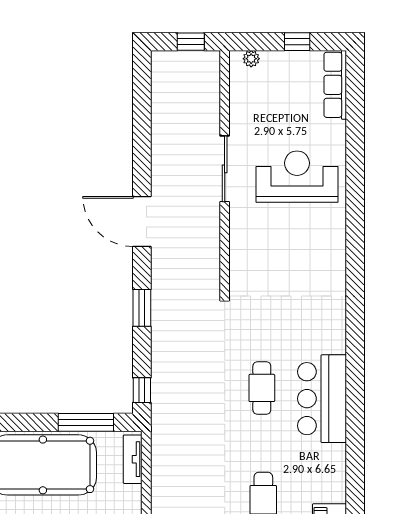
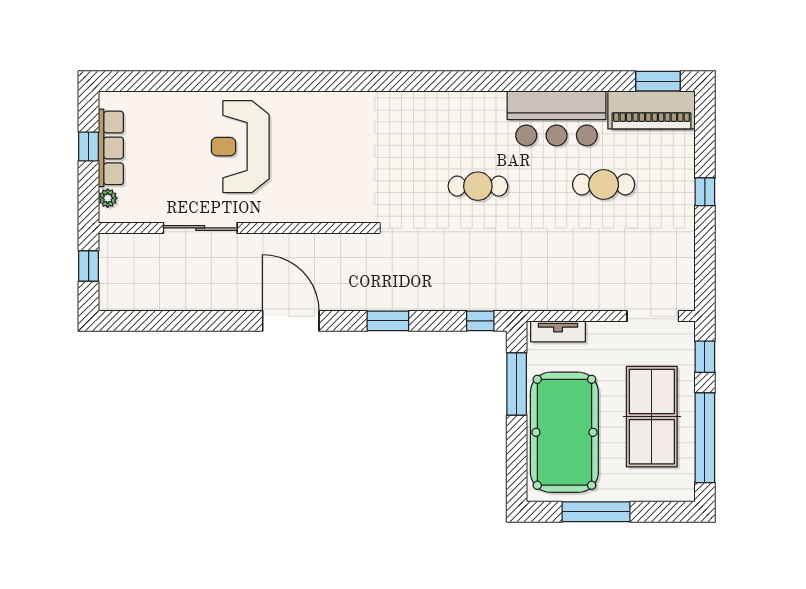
row of seats: (335, 85) -> (111, 148), moved, turned -90
sliding door: (225, 169) -> (200, 228), moved
door: (142, 221) -> (291, 321), swing flipped
bar counter: (322, 399) -> (557, 118), moved

